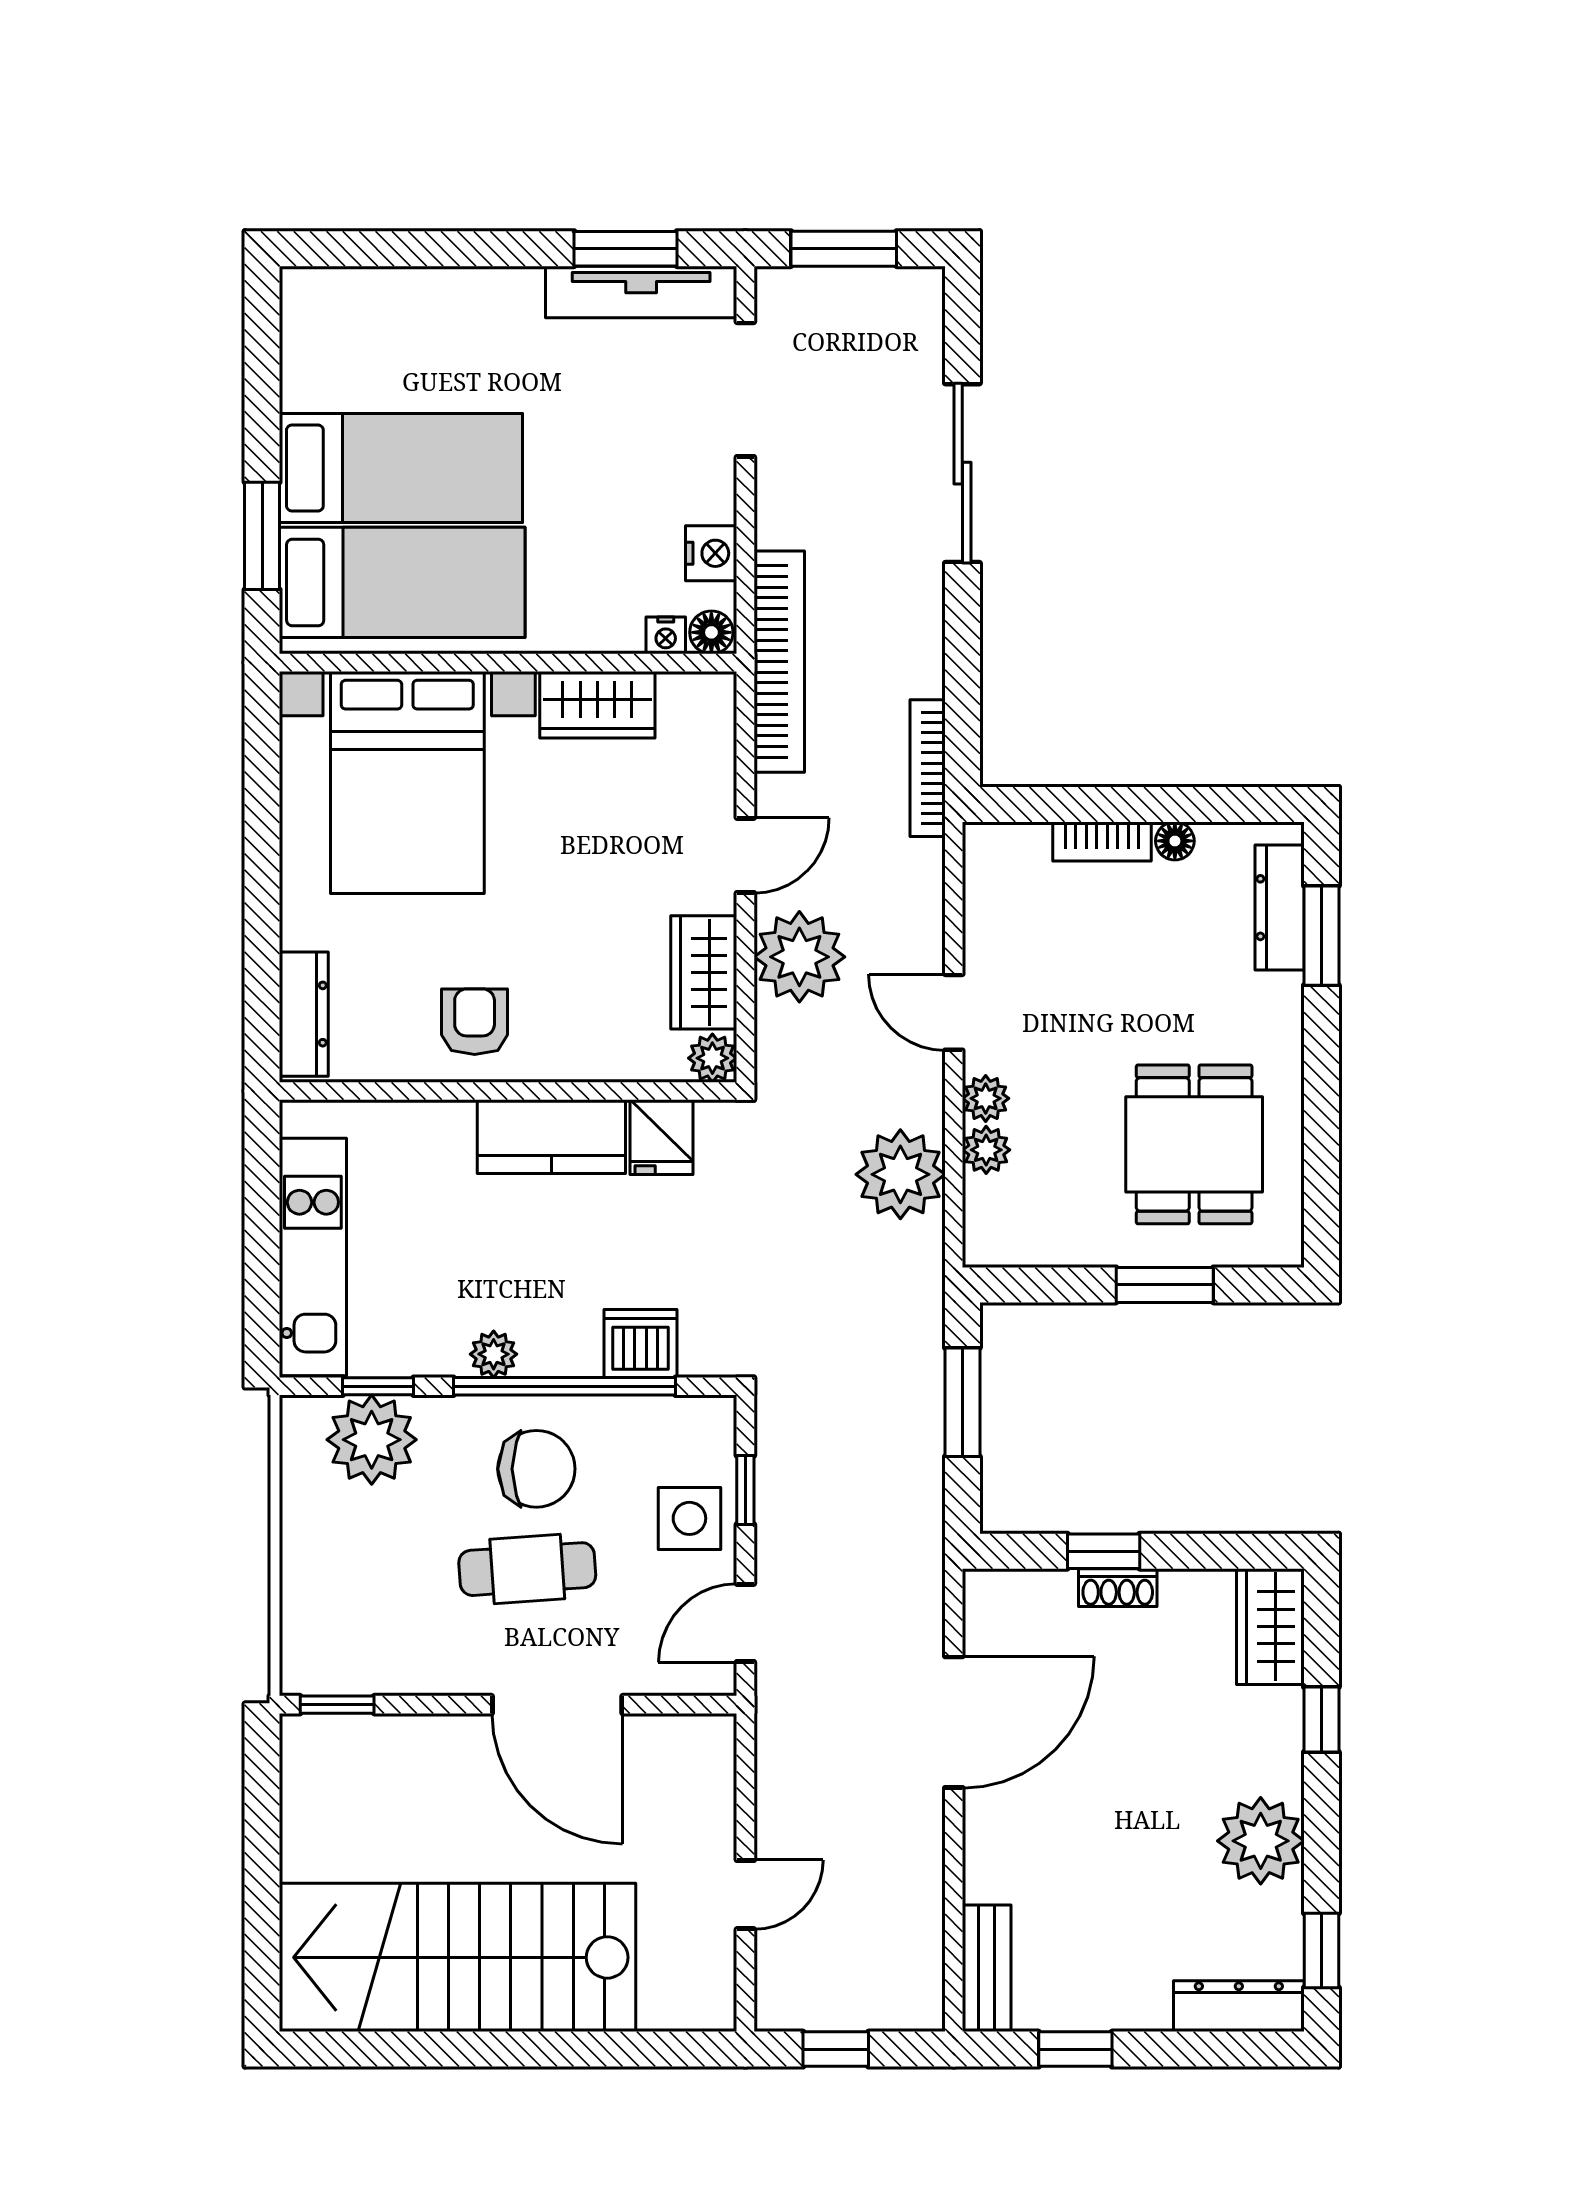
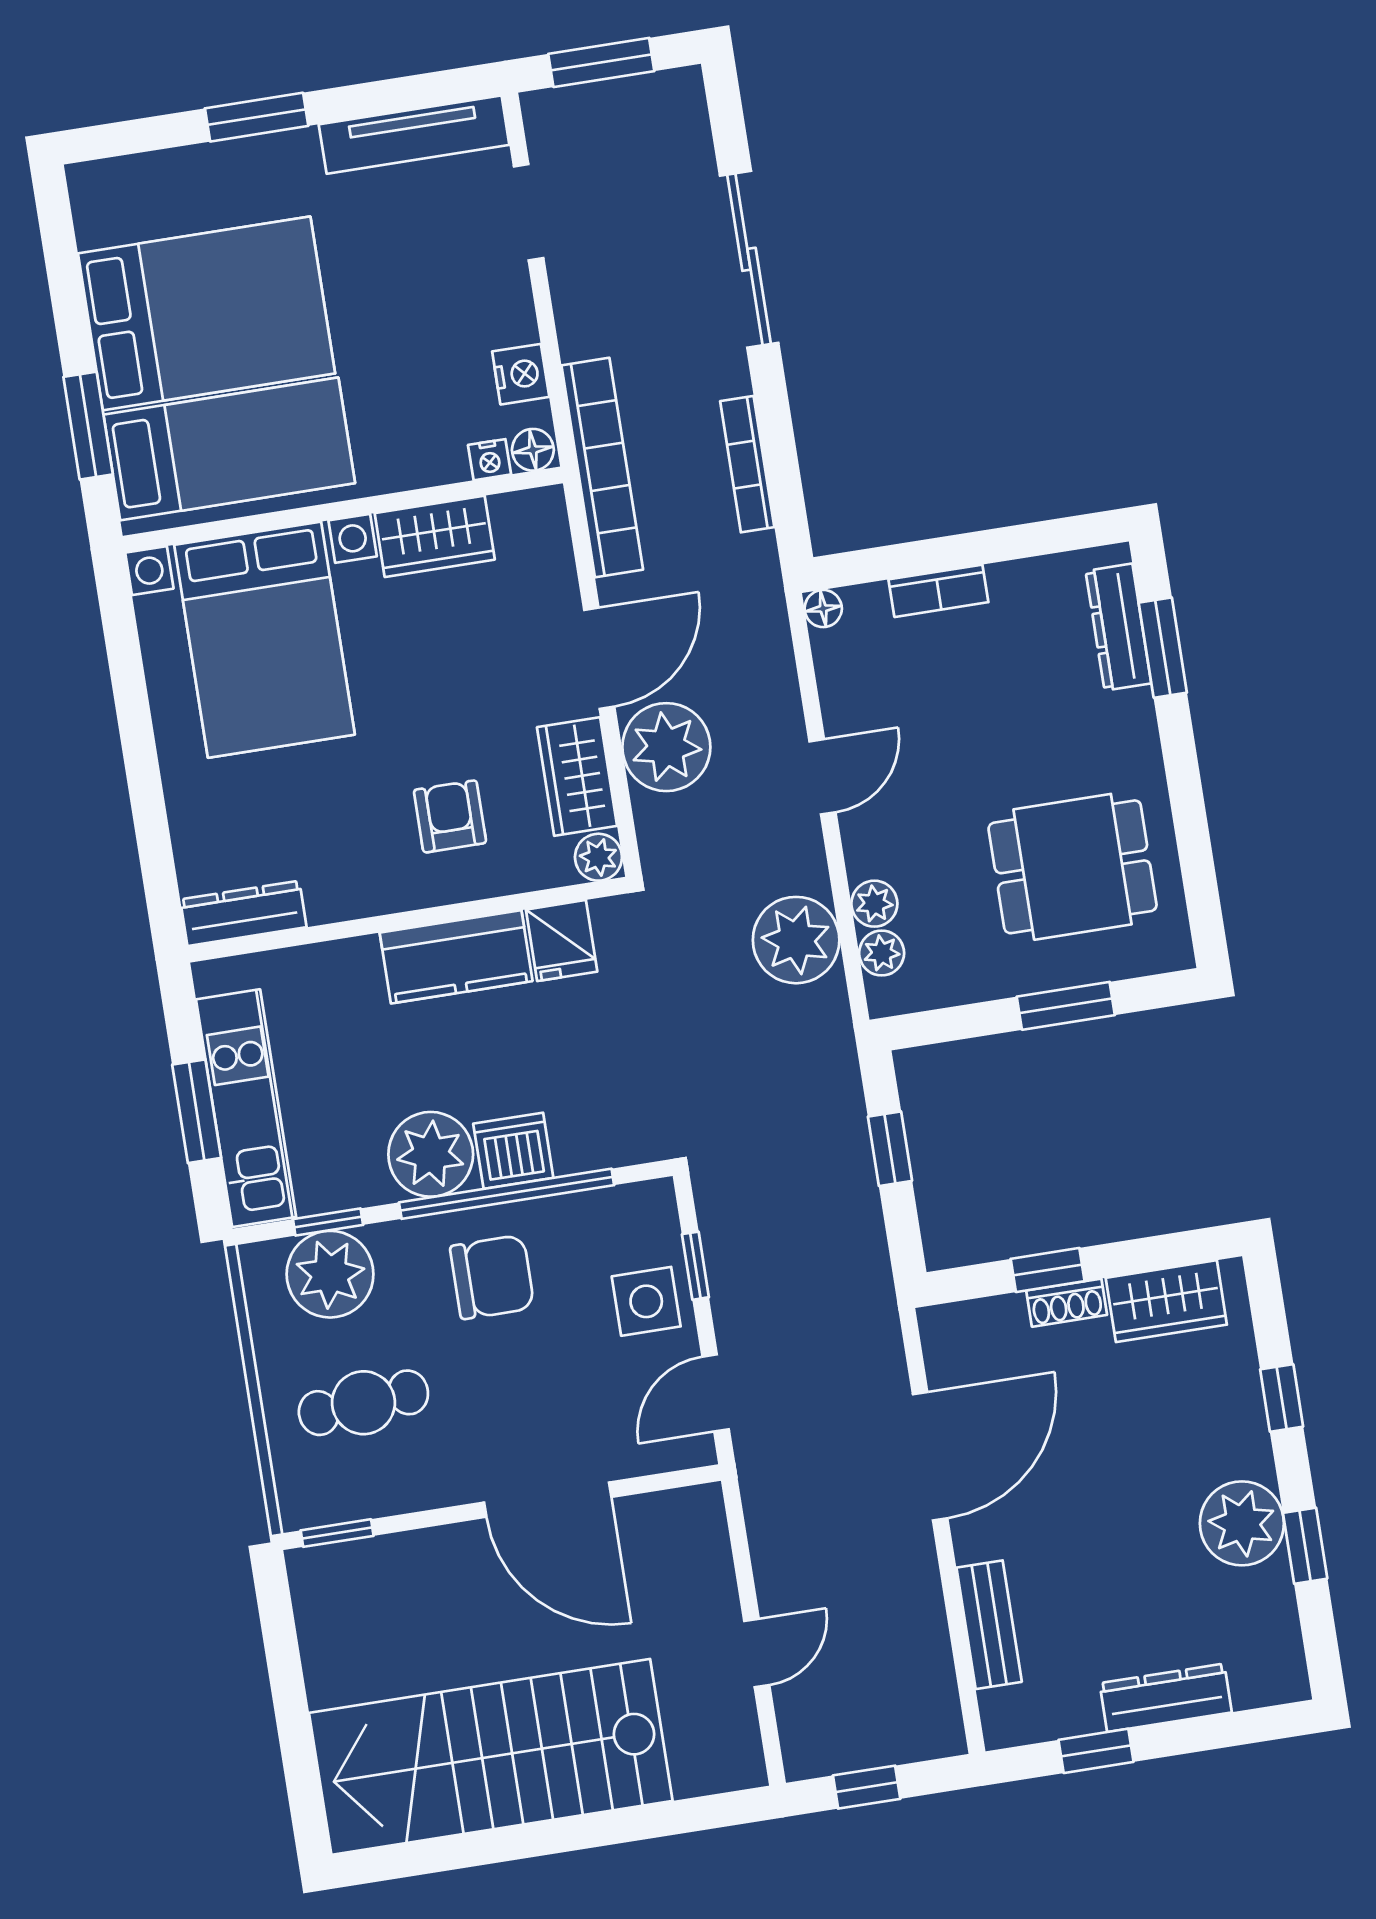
window: (626, 249) -> (257, 117), moved
doorway: (745, 390) -> (529, 212), width x0.73
bed: (401, 468) -> (207, 313), width x1.50
bookcase: (928, 768) -> (747, 464), moved
floor lamp: (1175, 841) -> (823, 609), moved
door: (745, 855) -> (599, 658), width x1.38
door: (954, 1012) -> (822, 777), swing flipped
dresser: (304, 1014) -> (243, 913), moved, turned -90
armchair: (475, 1022) -> (450, 816), moved
plant: (986, 1098) -> (882, 953), moved
dining table: (1194, 1144) -> (1073, 867), turned 90
window: (262, 1252) -> (197, 1111), added
dishwasher: (640, 1343) -> (513, 1151), moved
plant: (494, 1354) -> (431, 1154), width x1.88, depth x1.88
window: (962, 1402) -> (890, 1149), width x0.67
cafe table: (527, 1569) -> (363, 1403), moved
wardrobe: (1270, 1627) -> (1166, 1301), moved, turned -90
window: (1321, 1950) -> (1305, 1546), moved
bench: (987, 1968) -> (989, 1625), moved
dresser: (1239, 2006) -> (1166, 1698), moved

